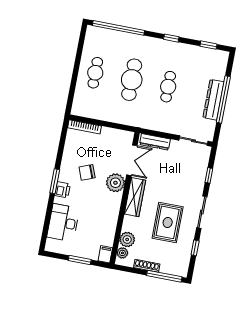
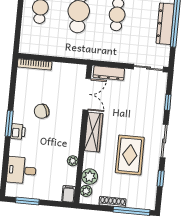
plant: (115, 183) -> (73, 161), moved, width x0.53, depth x0.53
desk: (63, 223) -> (22, 170), width x0.73
window: (80, 260) -> (27, 201), moved

